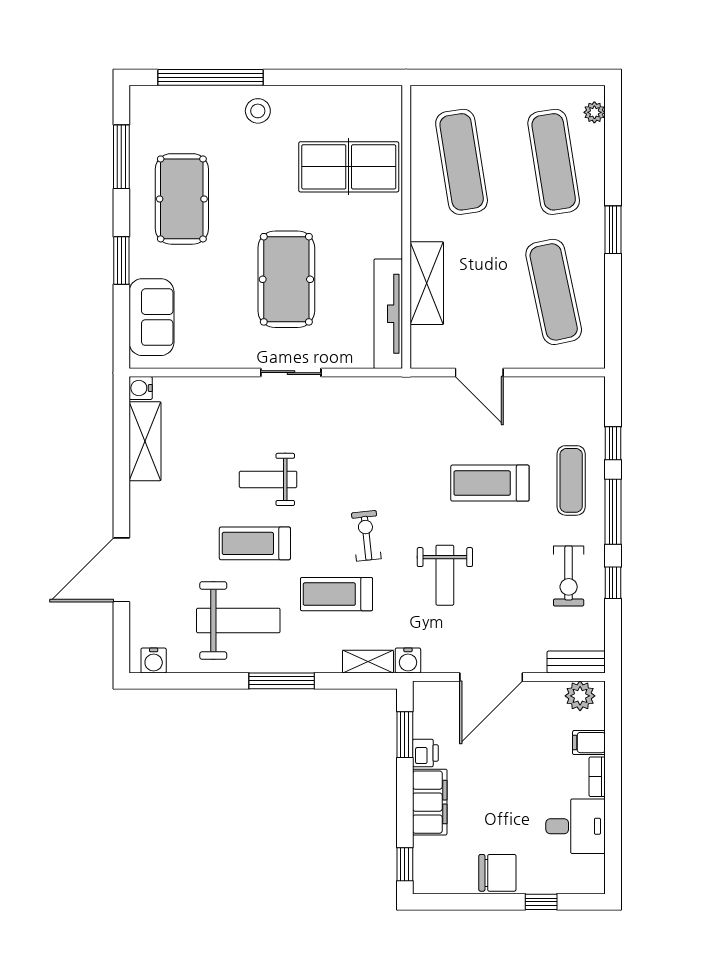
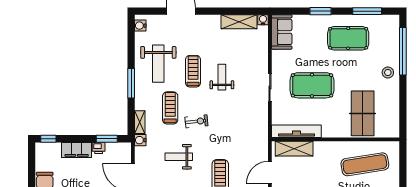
shelving: (427, 283) -> (294, 149), moved
sofa: (151, 317) -> (282, 32), moved, turned -90

